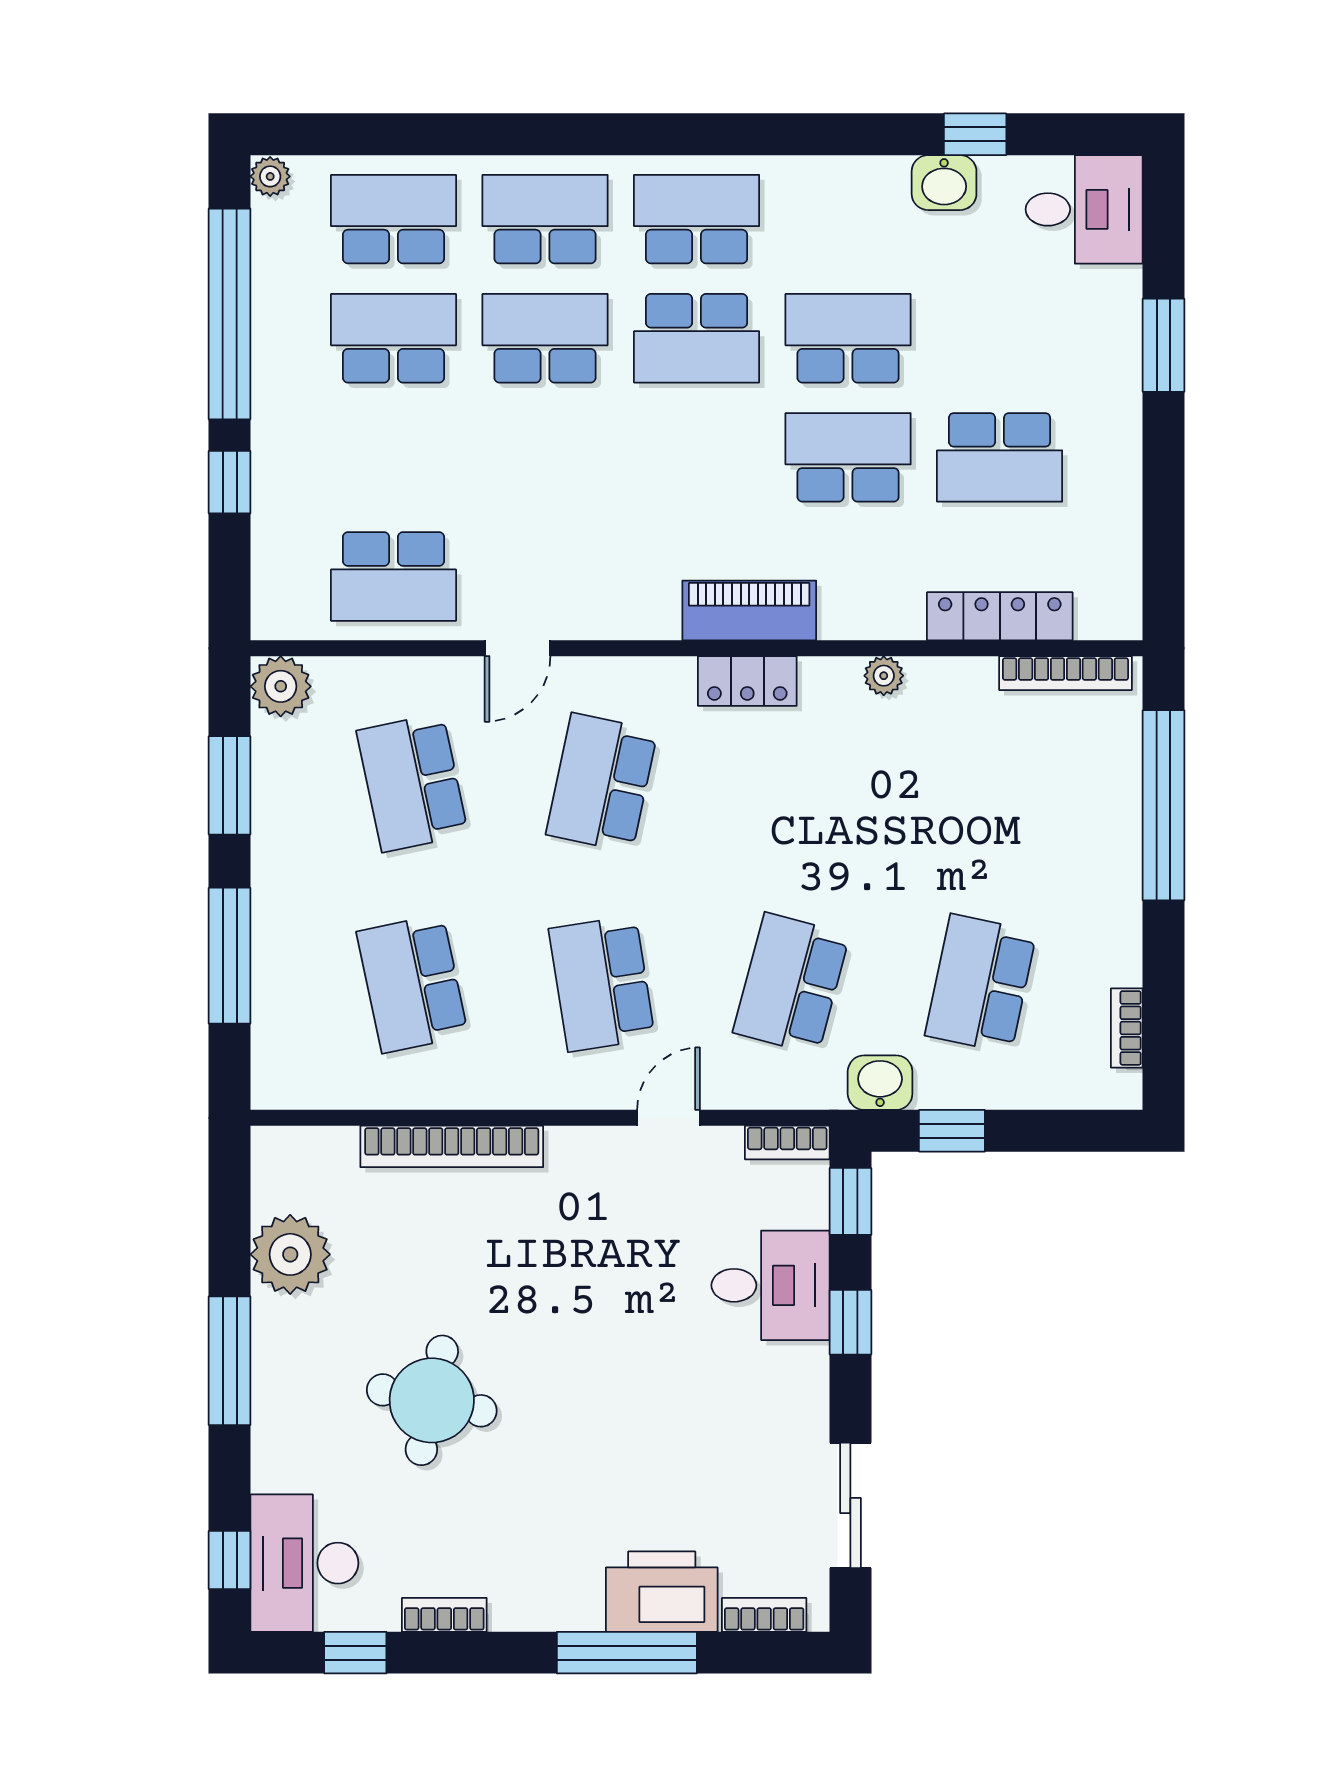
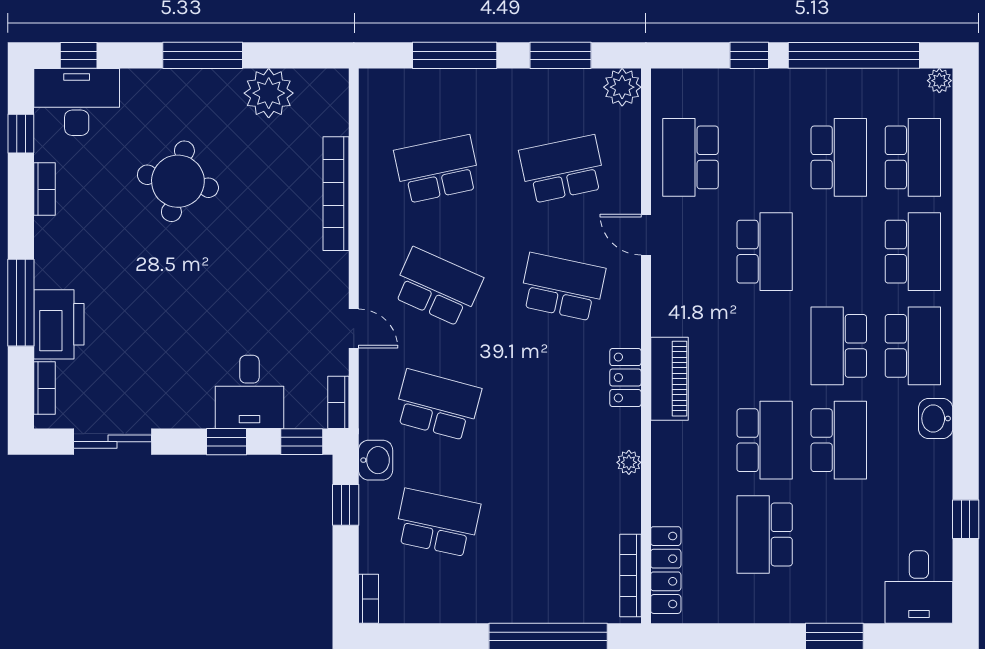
washbasin: (944, 183) -> (936, 418), moved
school desk: (545, 338) -> (765, 252), moved
locker: (1000, 616) -> (666, 570), moved
school desk: (602, 984) -> (437, 287), turned 33
bookcase: (1127, 1028) -> (368, 599), moved, turned 90

